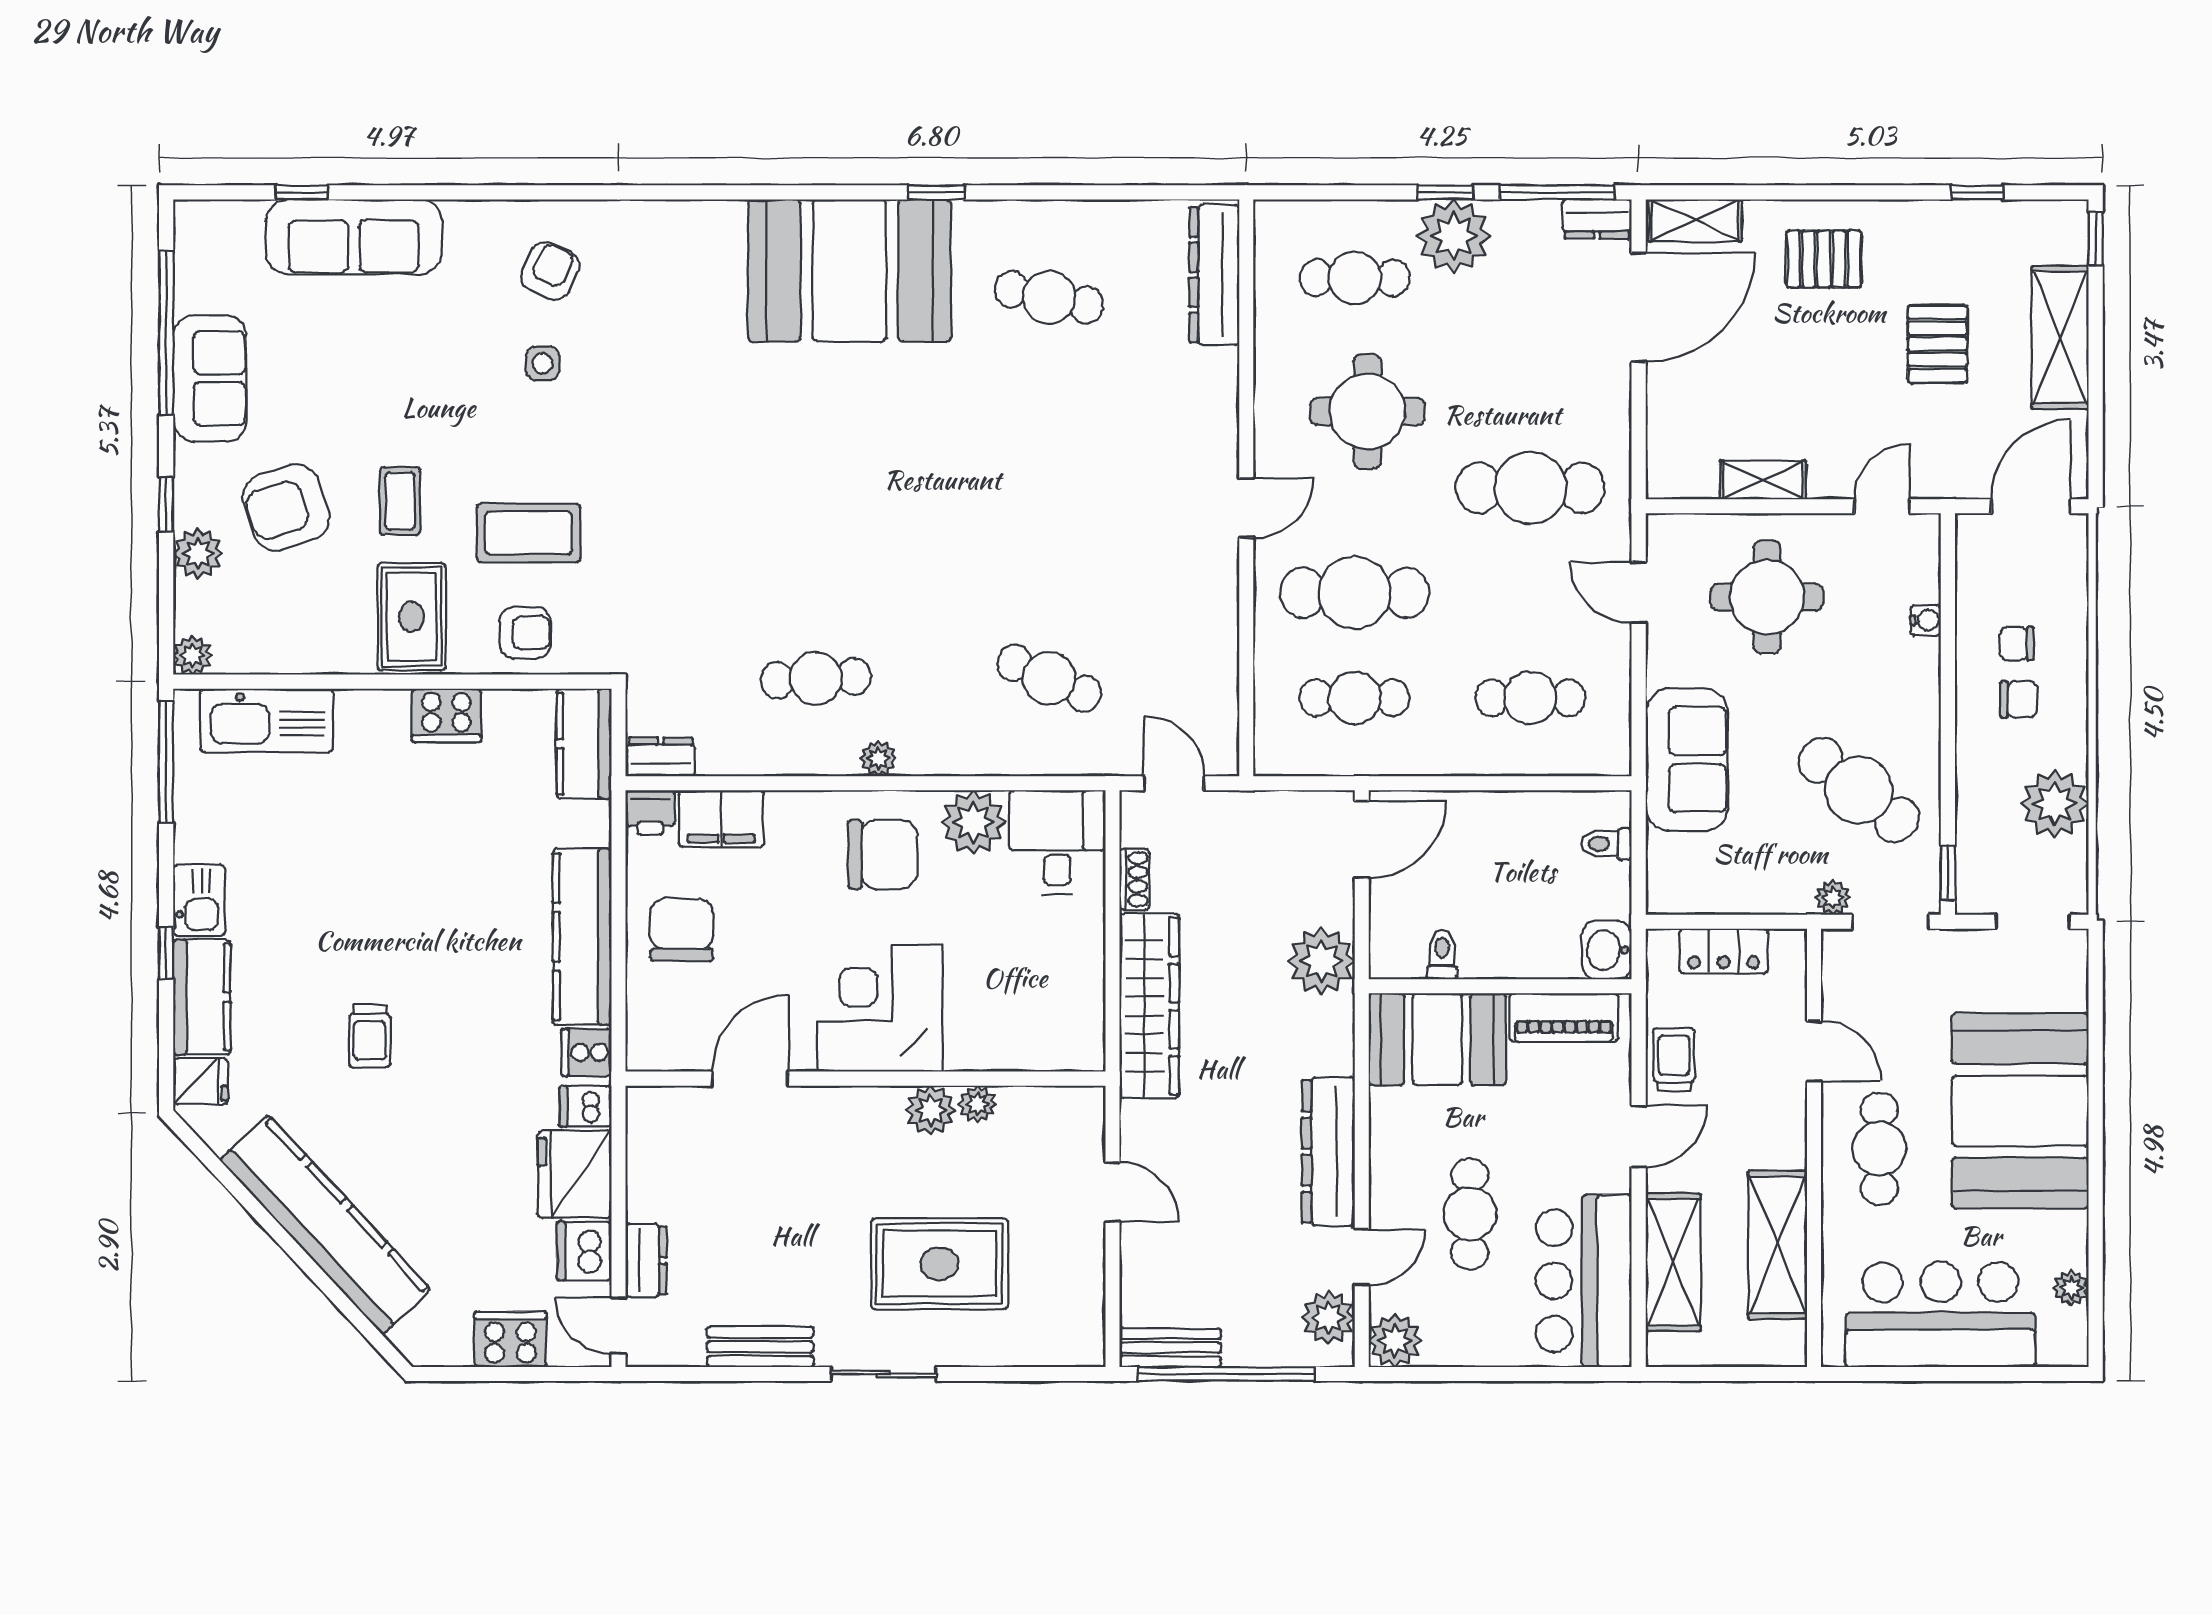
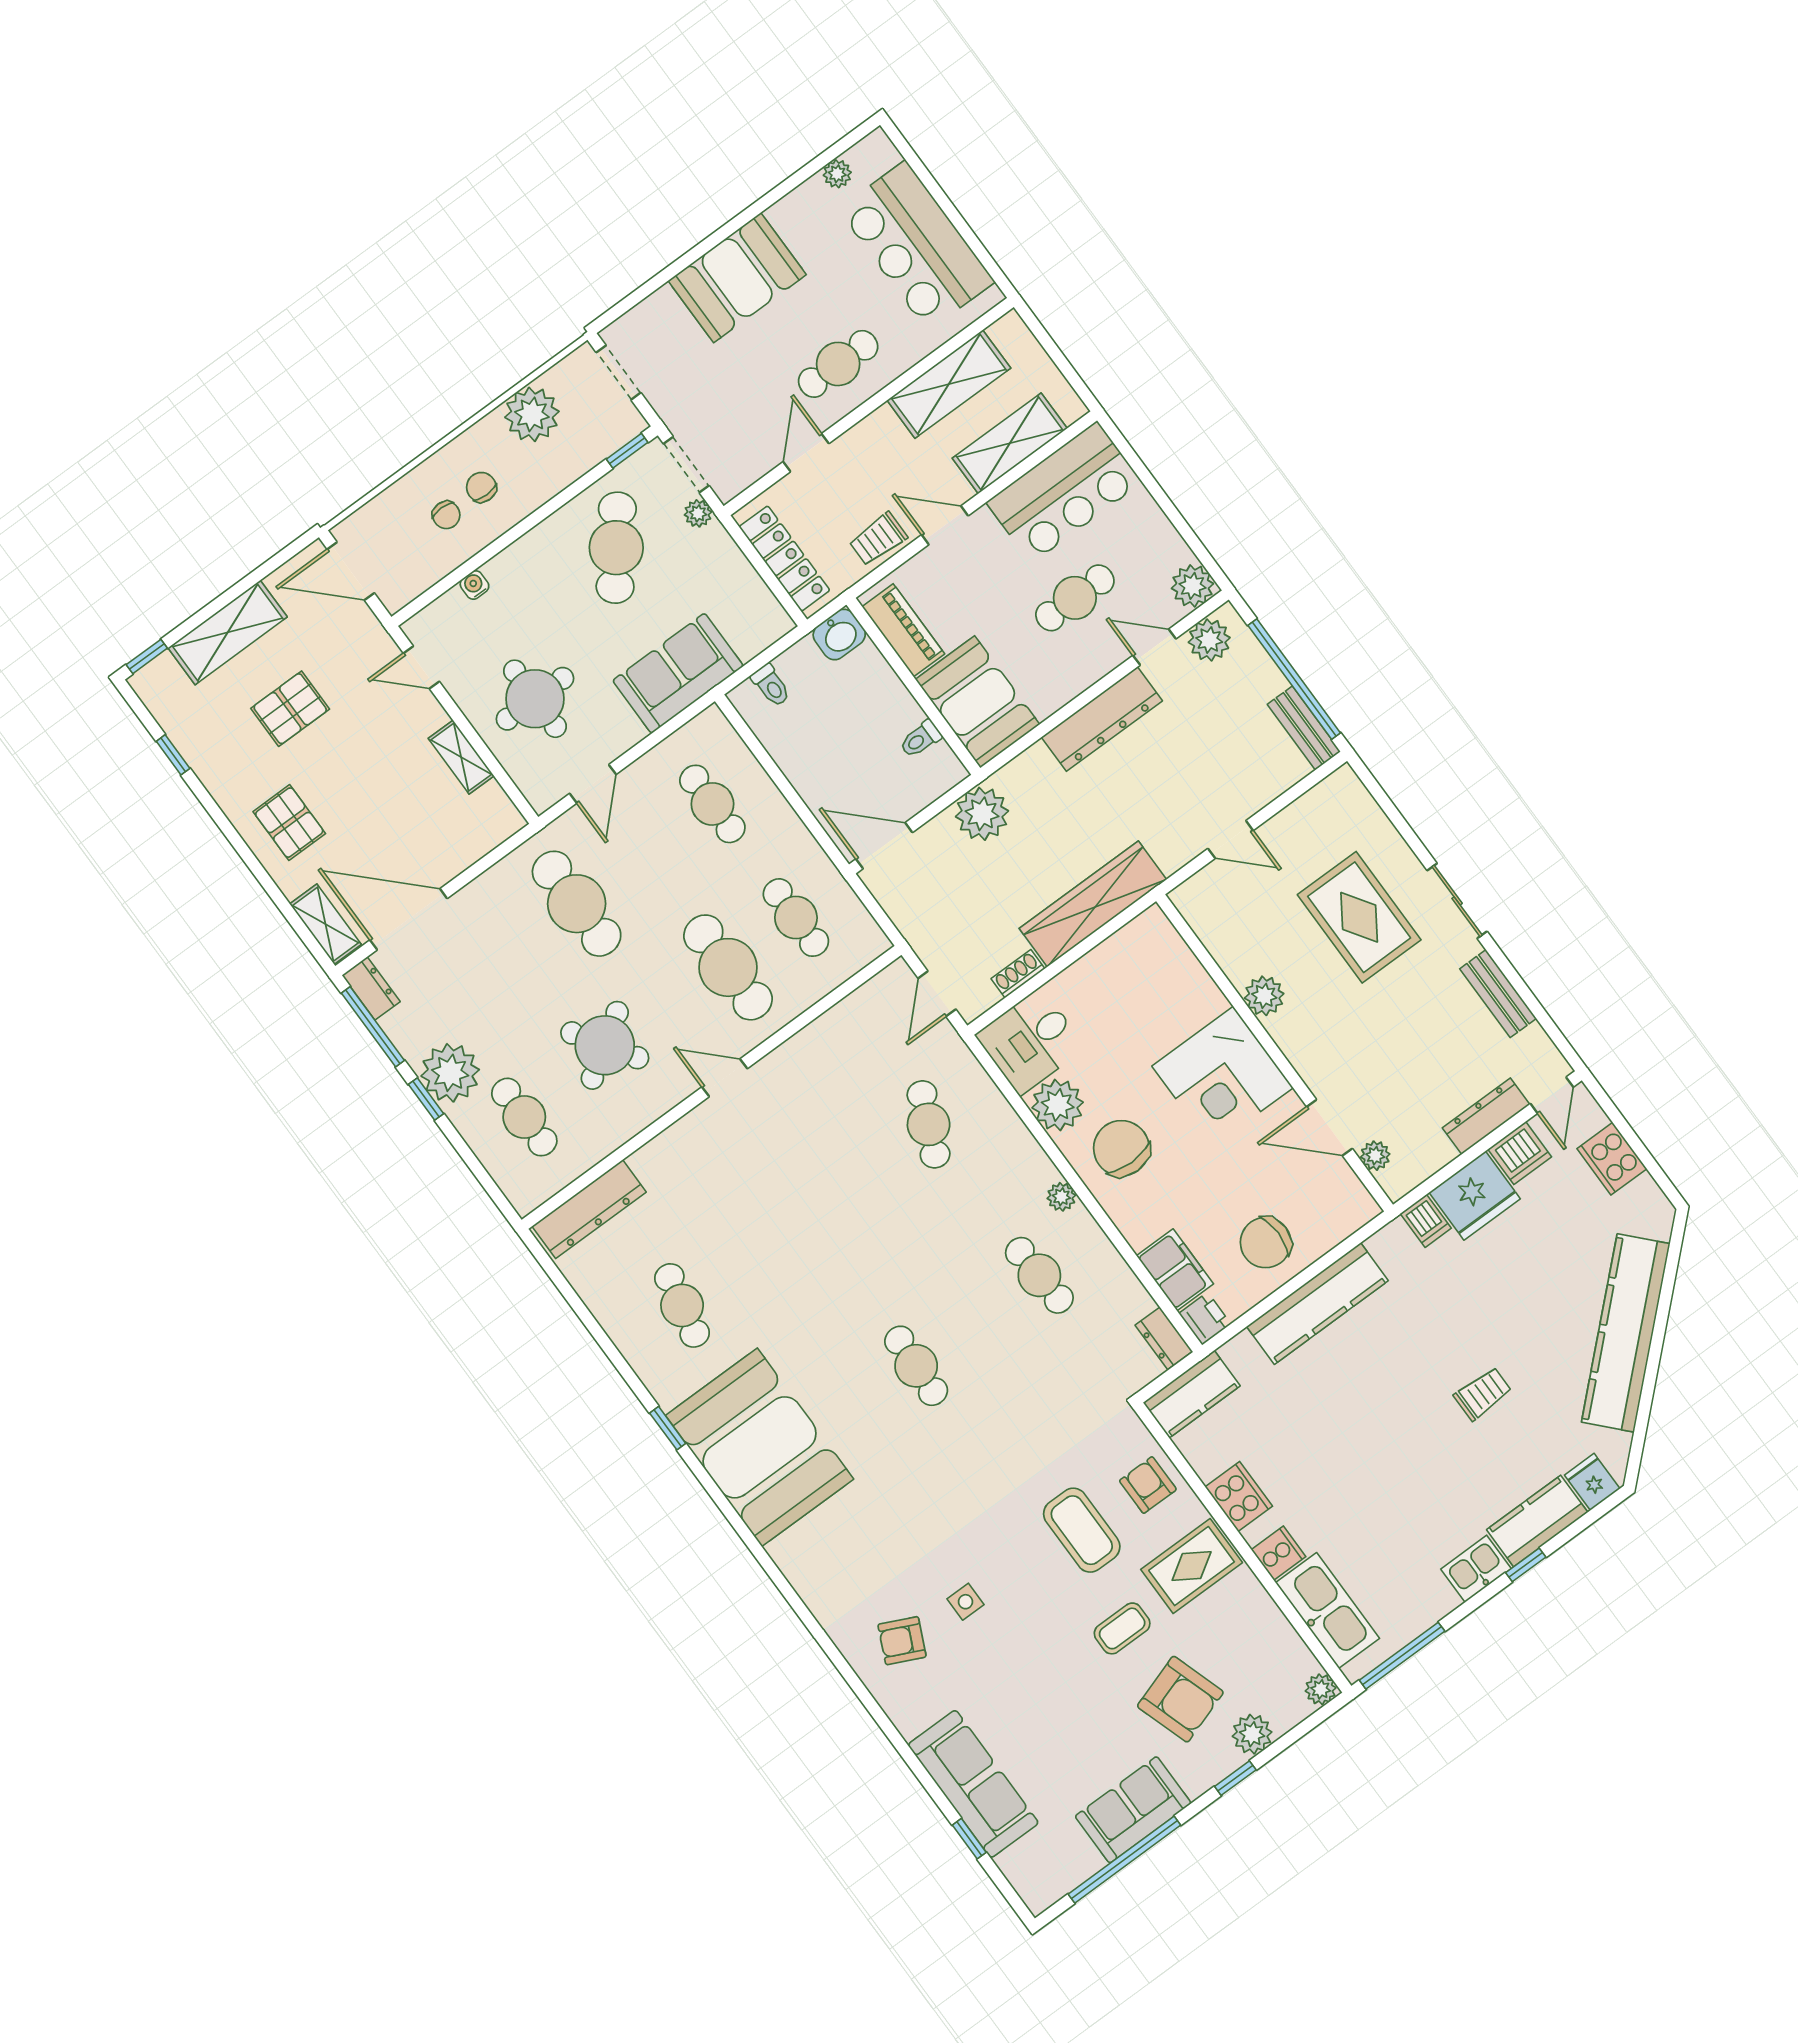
round table: (1367, 412) -> (605, 1045), turned -33
cafe table: (816, 488) -> (916, 1366), added
locker: (1724, 951) -> (784, 559), width x1.53
cooker: (587, 1052) -> (1279, 1553), moved, turned -90
plant: (977, 1104) -> (1375, 1156), moved
booth: (2020, 1111) -> (737, 278), width x0.73, depth x0.70
door: (1112, 1192) -> (1231, 839), swing flipped
dresser: (646, 1260) -> (1486, 1116), width x1.44

